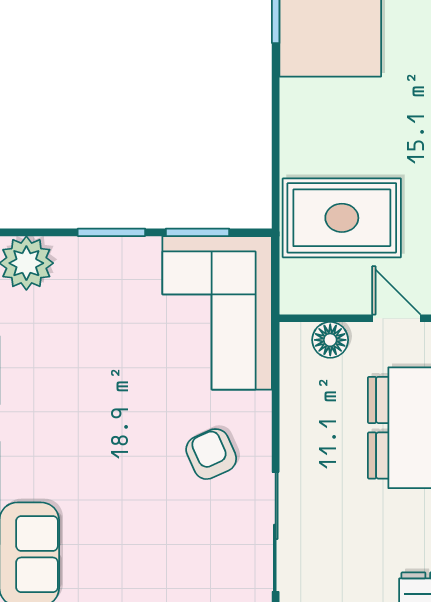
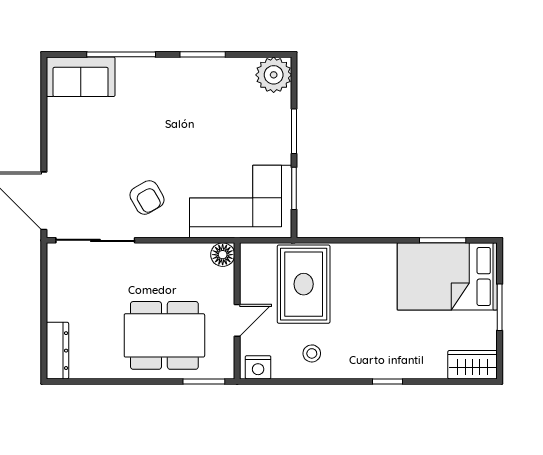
floor lamp: (330, 340) -> (223, 255), moved
armchair: (211, 454) -> (147, 197), turned 84

